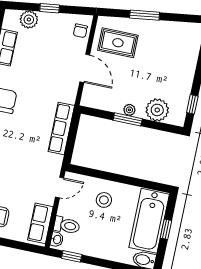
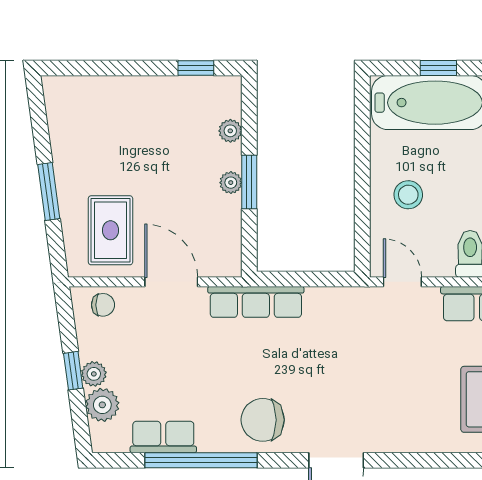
plant: (46, 19) -> (94, 374), added
door: (85, 68) -> (171, 282), hinge flipped
plant: (157, 110) -> (230, 131), width x0.53, depth x0.53
row of seats: (61, 128) -> (256, 302), moved

